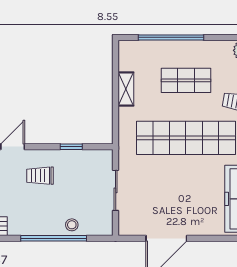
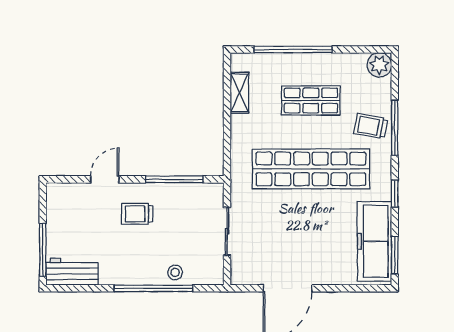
shelving: (126, 89) -> (239, 93), moved
window: (71, 147) -> (174, 179), width x2.17

